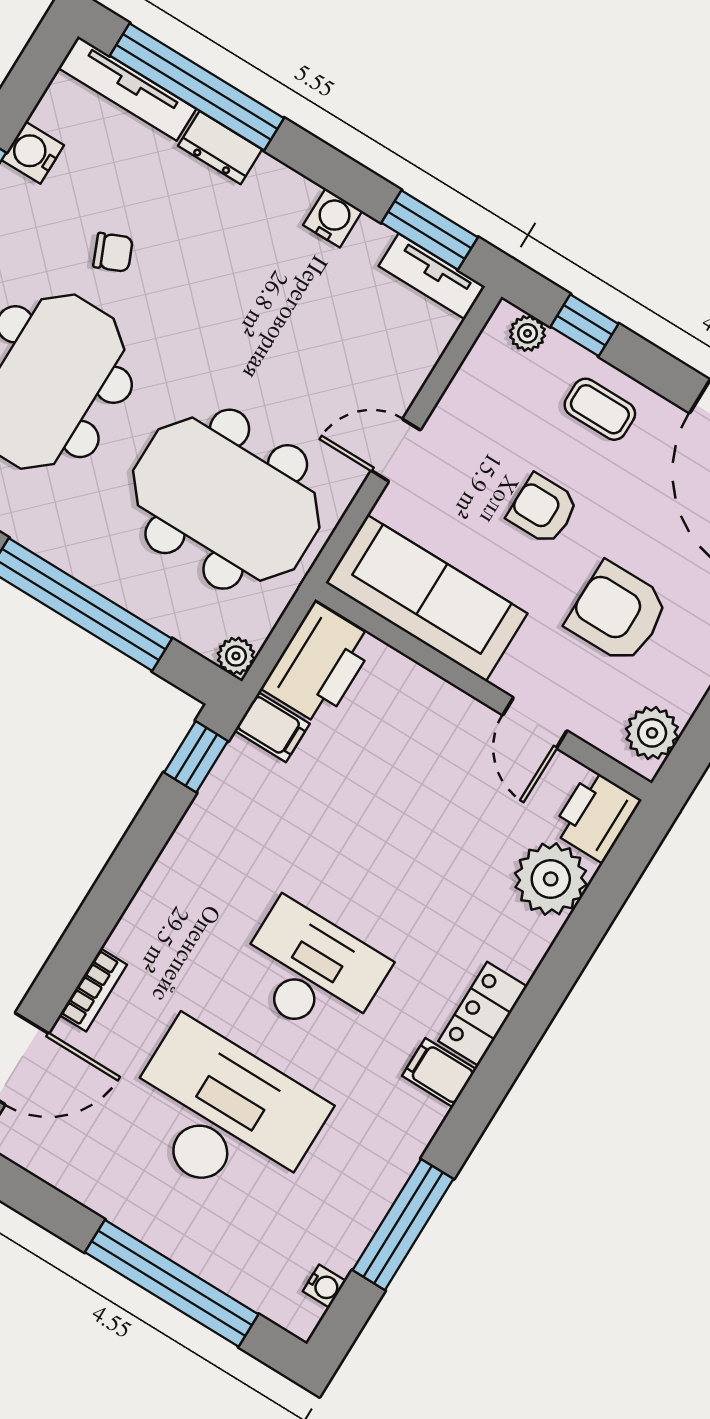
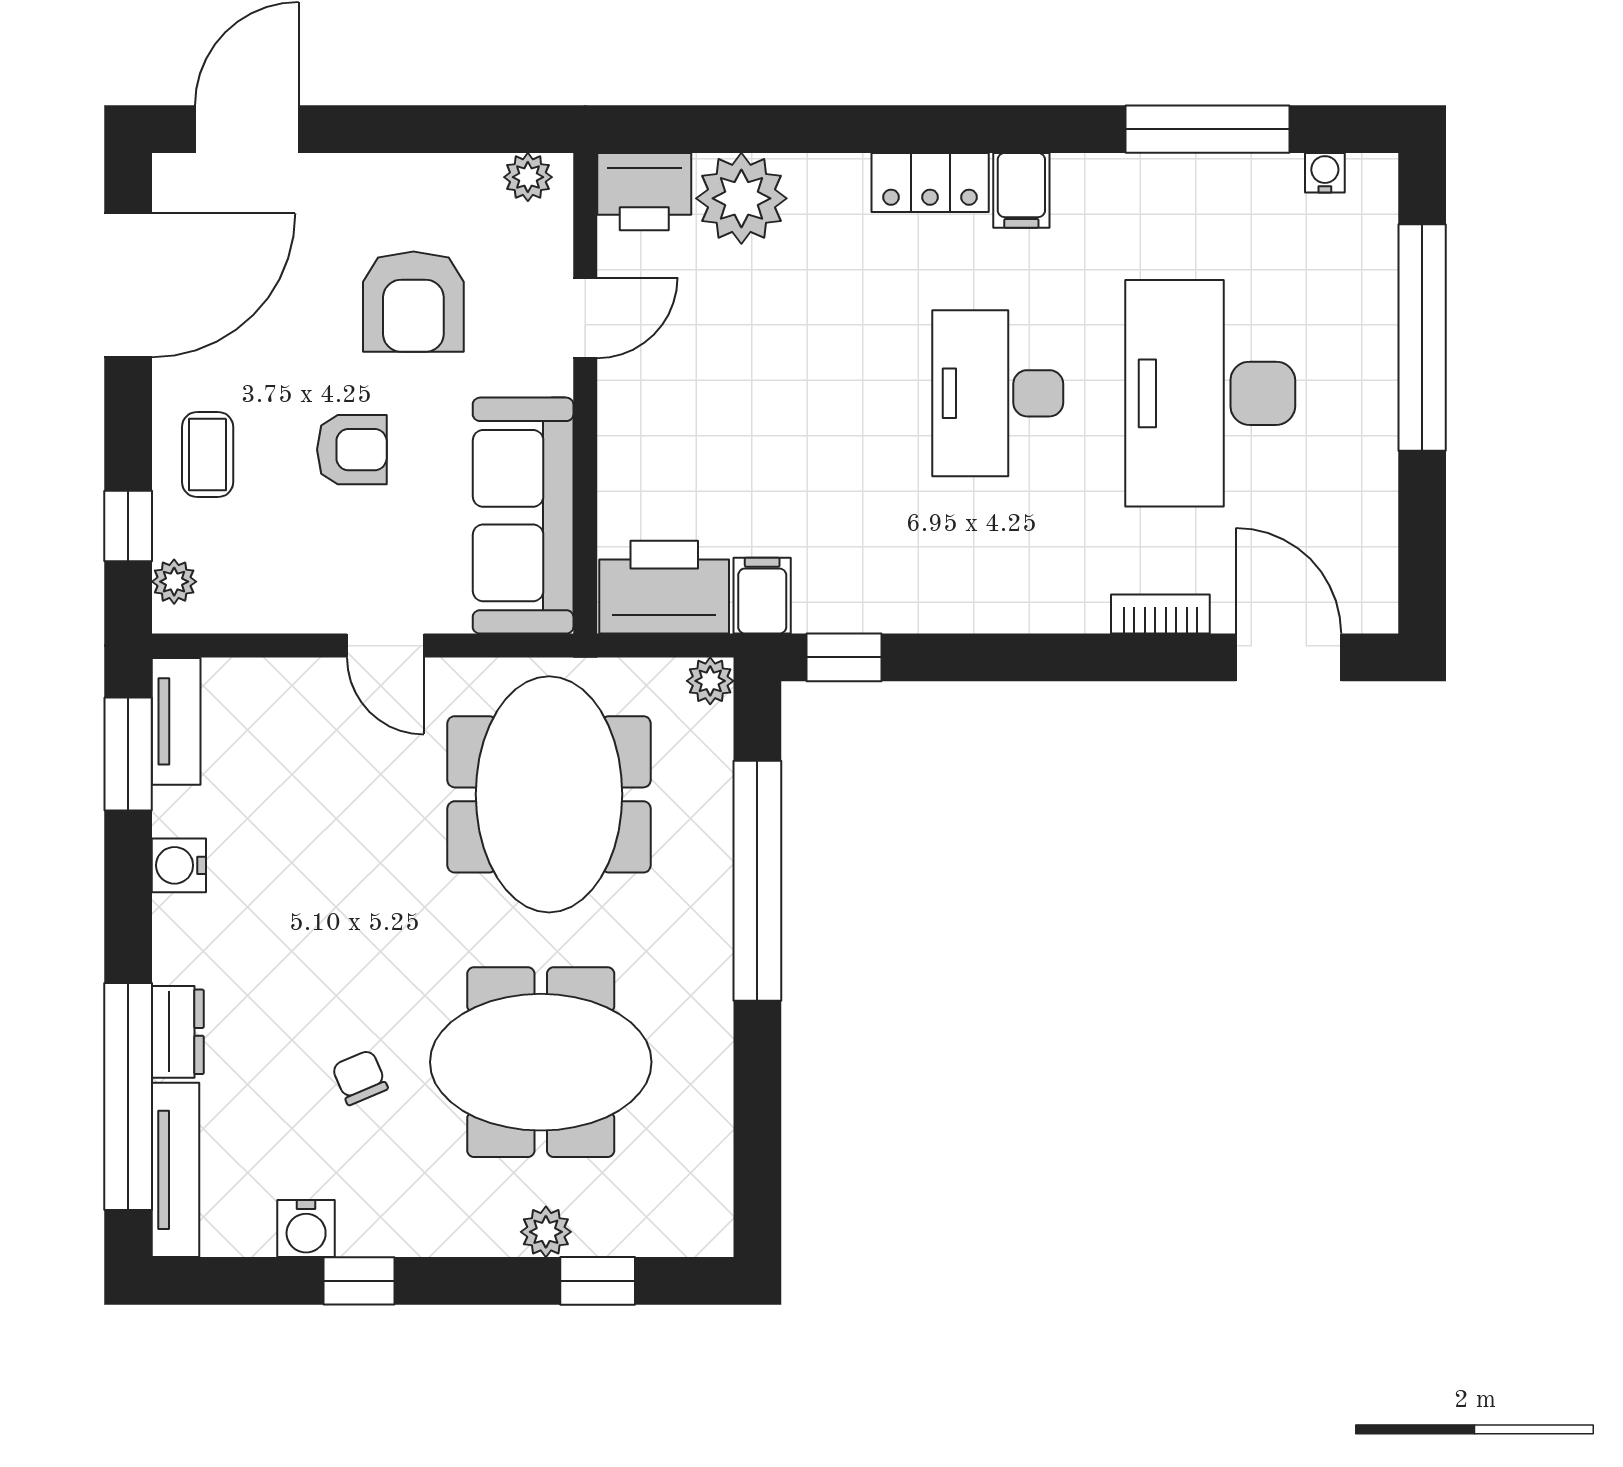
armchair: (543, 509) -> (352, 450), turned -90
plant: (652, 733) -> (528, 177), width x0.73, depth x0.73

